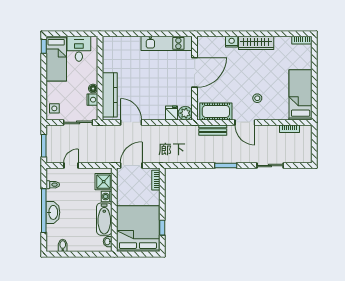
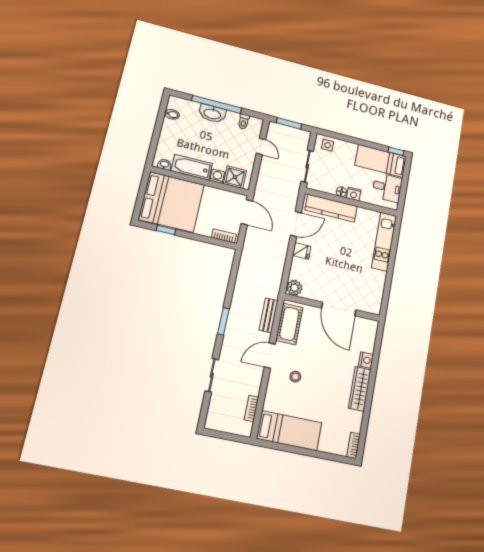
kitchen unit: (167, 43) -> (384, 242), moved
nightstand: (92, 100) -> (354, 194), moved
fridge: (172, 113) -> (302, 251), moved

